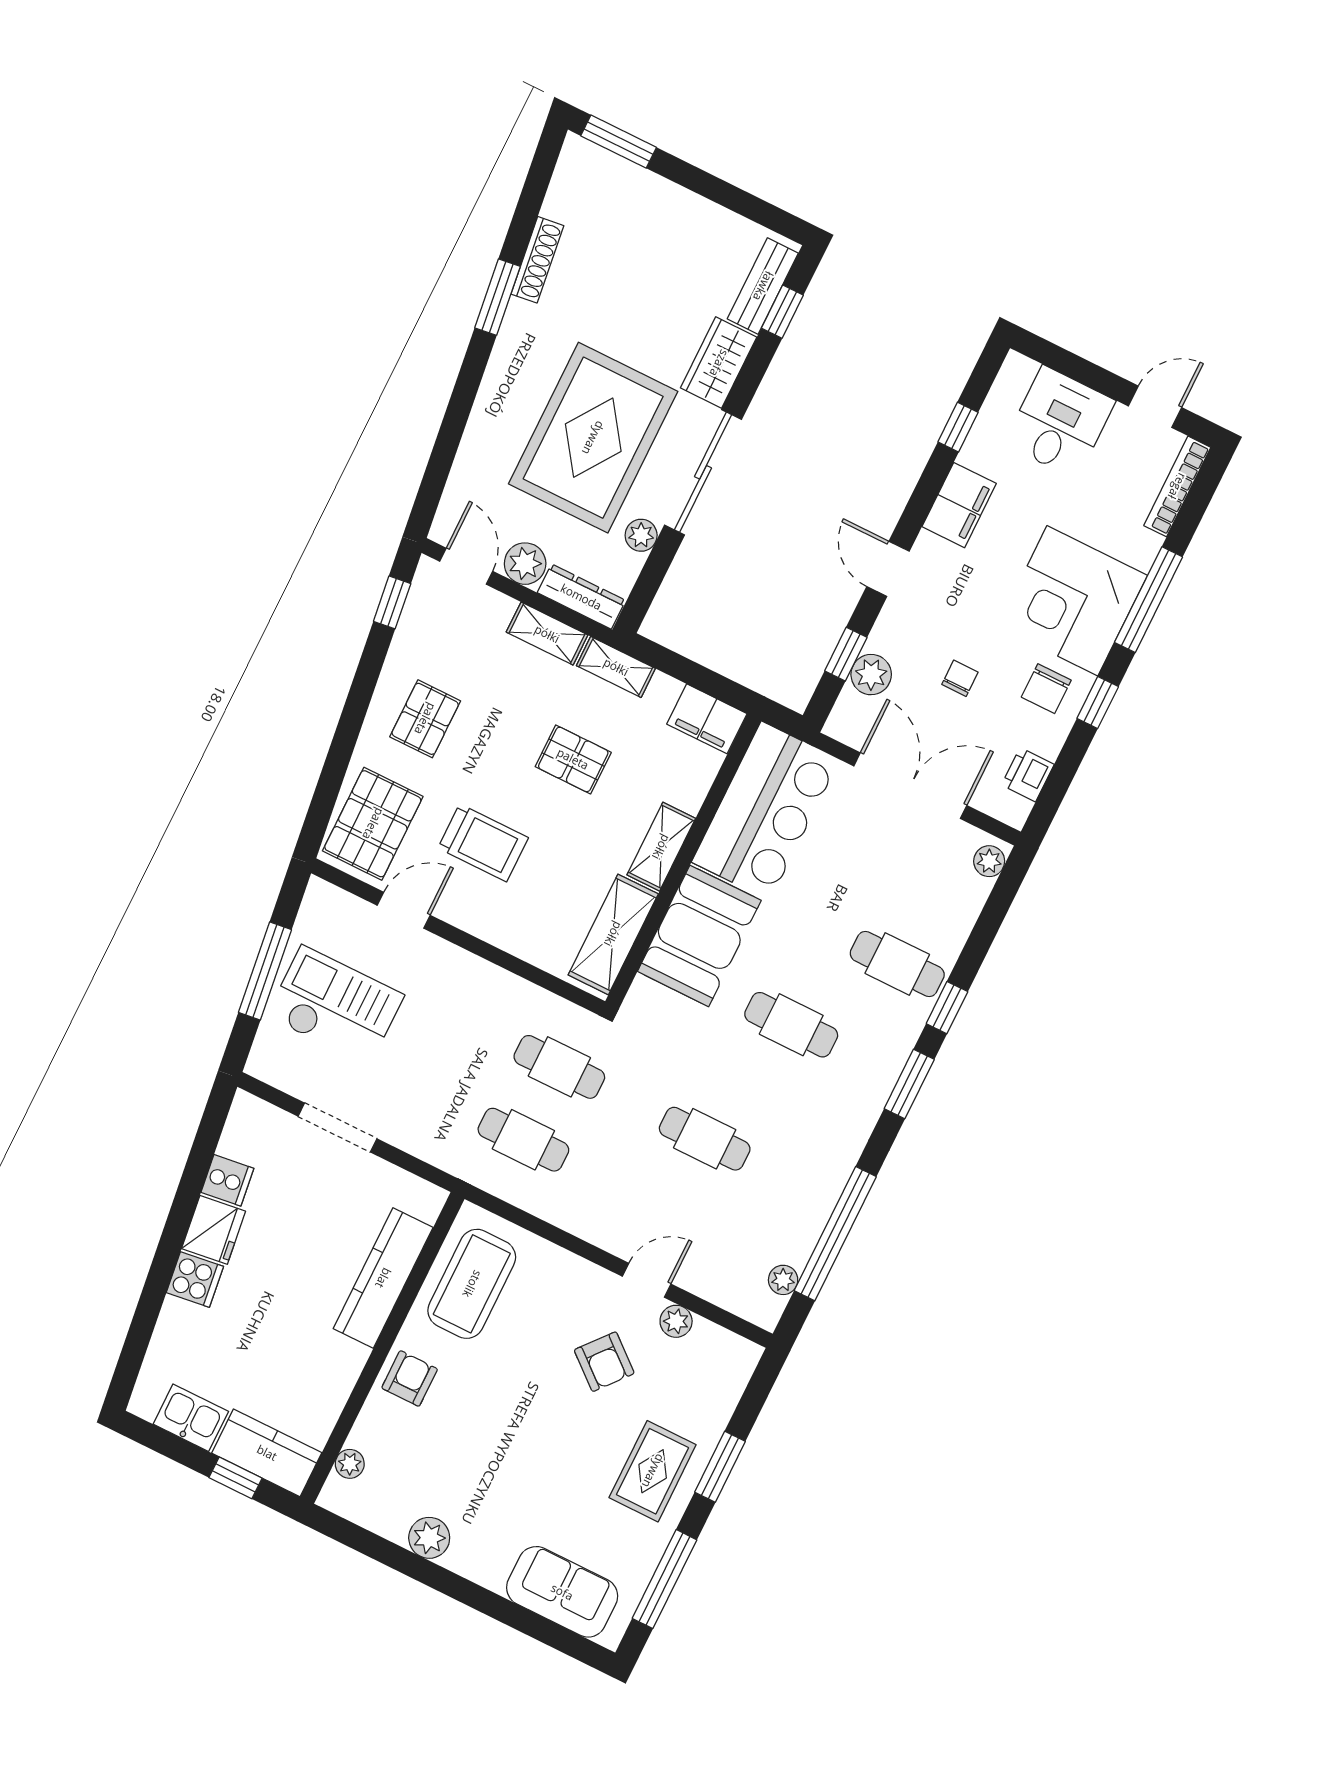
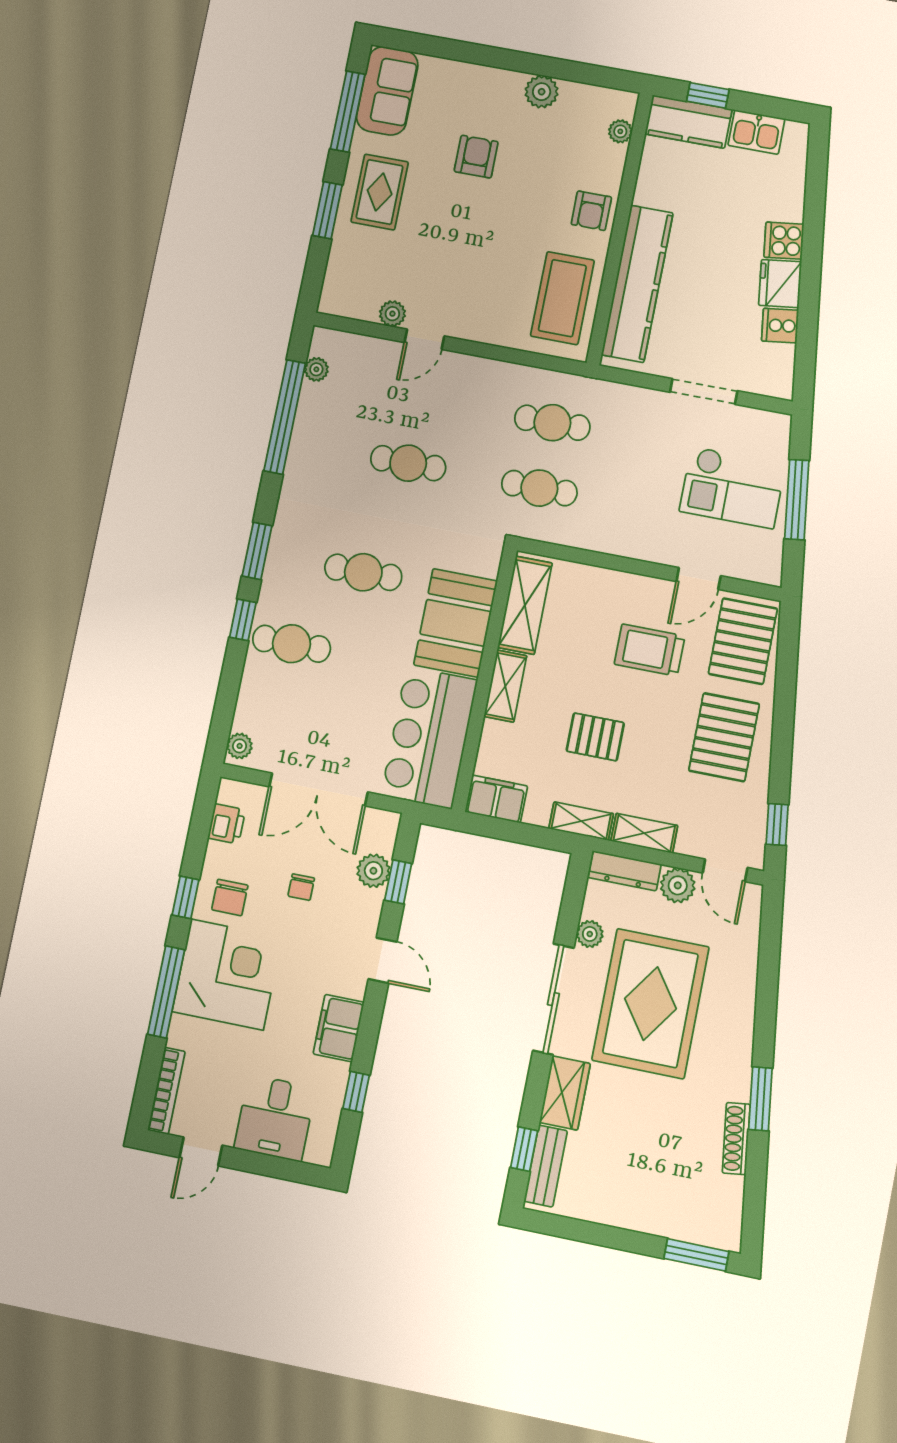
chair: (1046, 689) -> (230, 897), turned 180
pallet: (425, 719) -> (724, 737), width x1.50, depth x1.42
kitchen counter: (383, 1278) -> (637, 284), width x1.39, depth x1.17
armchair: (604, 1362) -> (476, 157), moved, turned 50
sofa: (562, 1592) -> (387, 91), moved, turned -90

